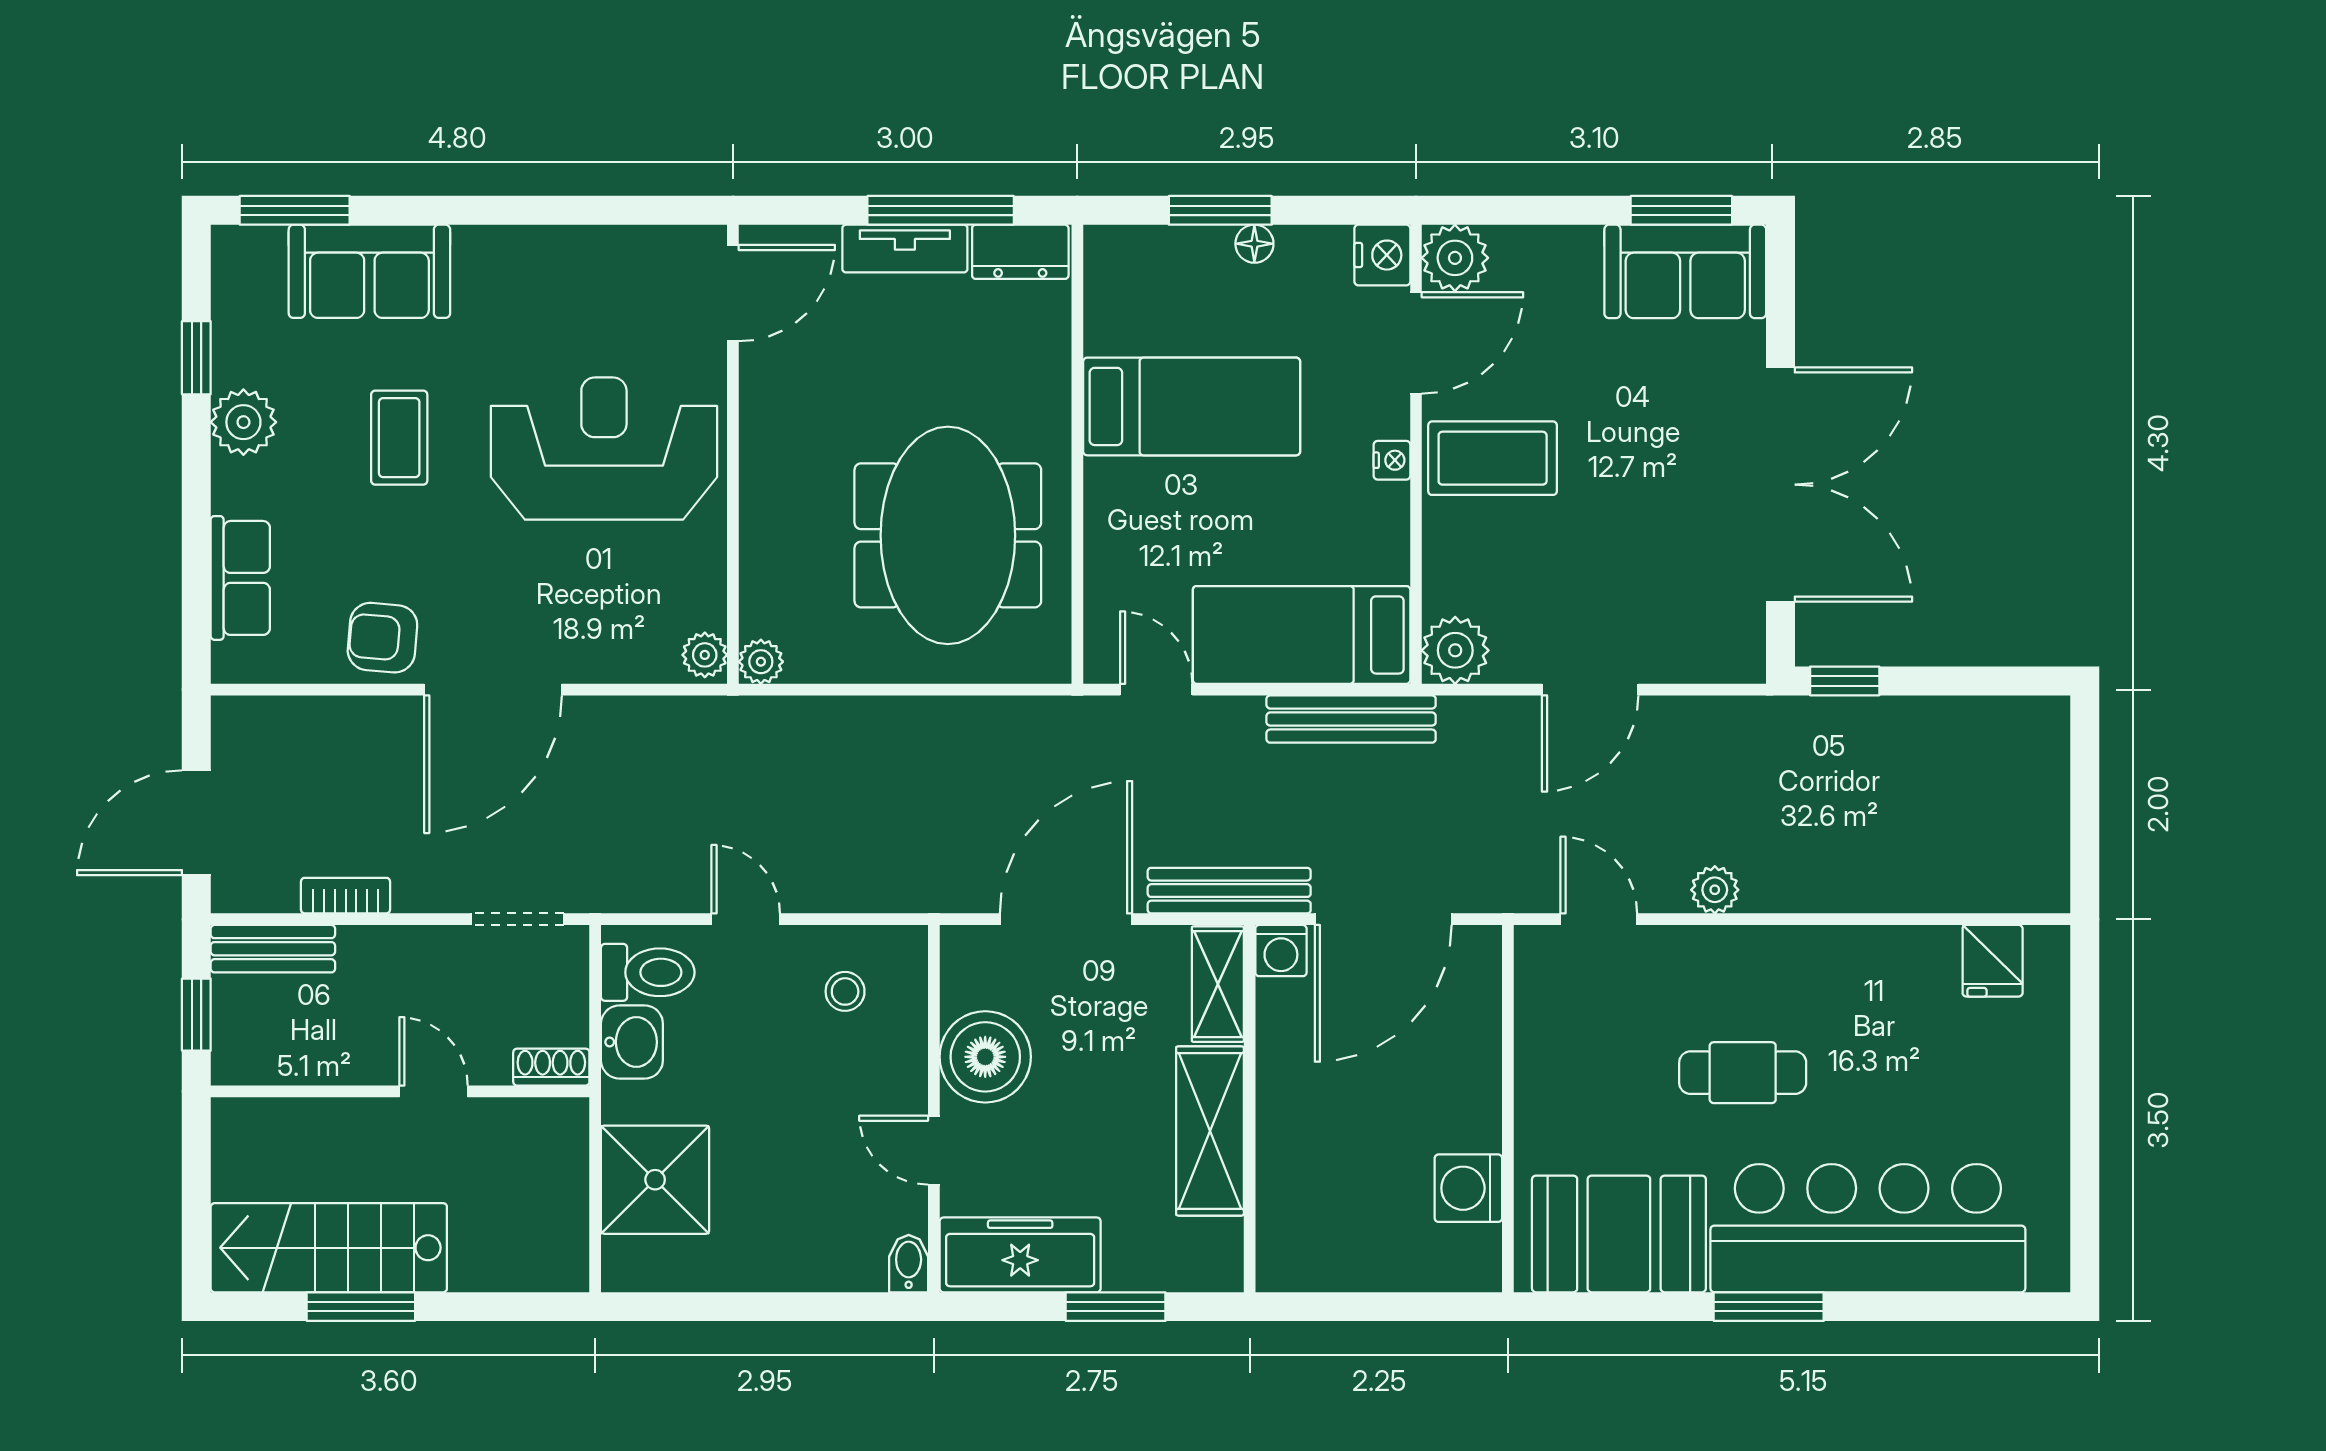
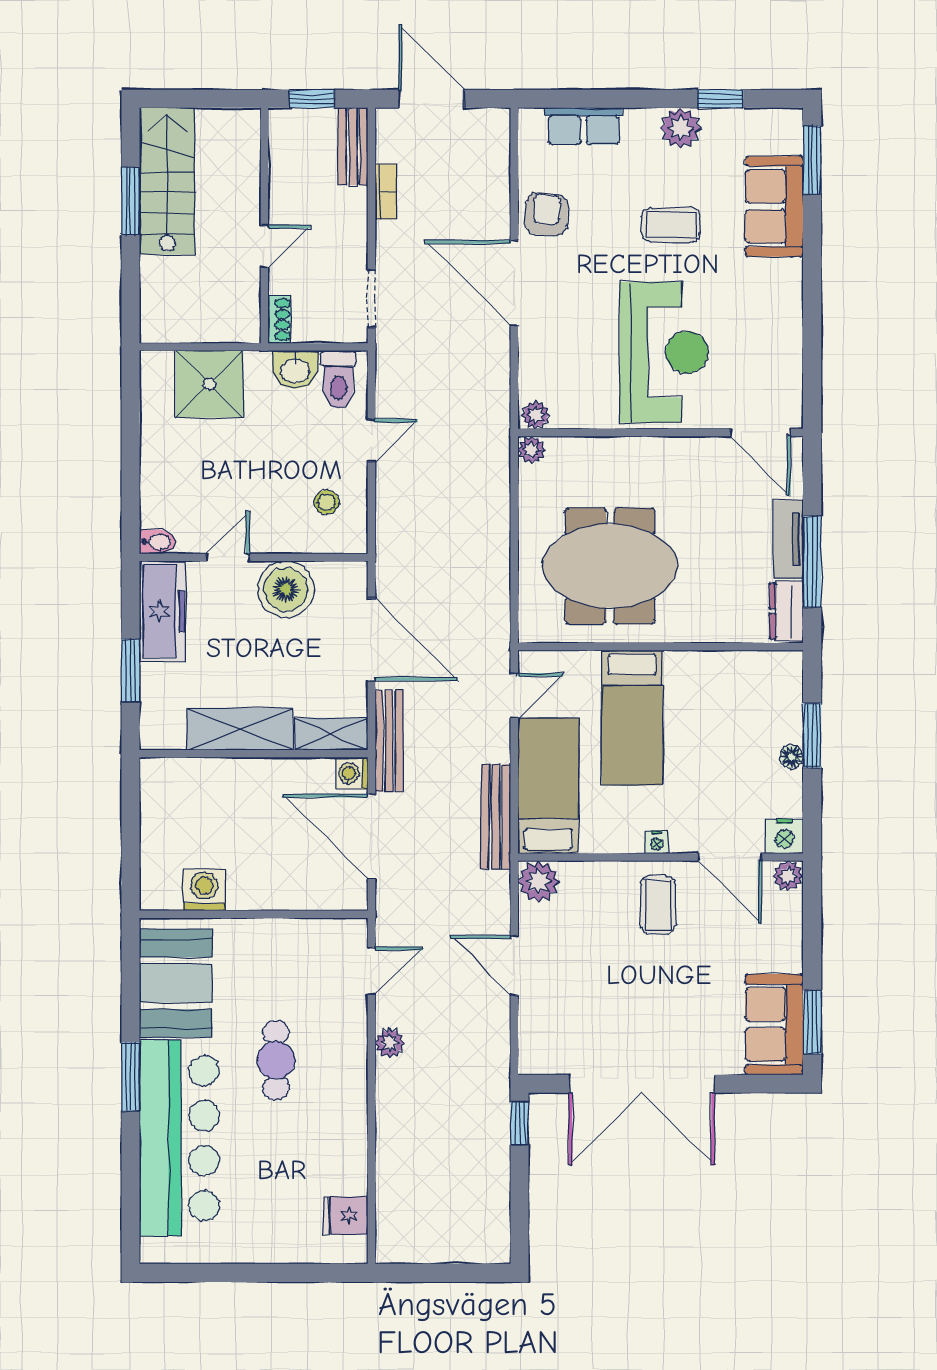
plant: (1455, 258) -> (788, 876), width x0.73, depth x0.73
bed: (1192, 406) -> (632, 718), moved
coffee table: (1493, 458) -> (658, 905), width x0.73, depth x0.77

